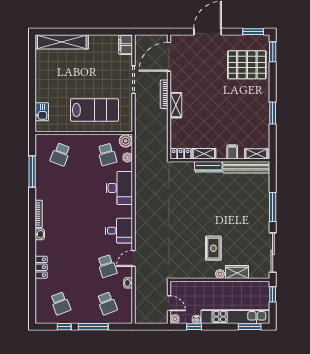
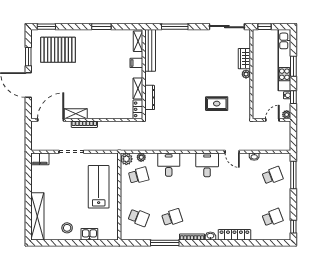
window: (253, 32) -> (28, 57), moved
door: (169, 57) -> (51, 120), swing flipped
pallet: (247, 65) -> (58, 50), turned 90
stool: (49, 75) -> (67, 228), added
shelving: (176, 105) -> (76, 114), moved
kitchen sink: (42, 112) -> (89, 234), moved
dresser: (208, 167) -> (150, 97), moved
window: (32, 172) -> (165, 243), moved
desk: (119, 188) -> (169, 165), width x0.73
window: (273, 207) -> (175, 27), moved
rug: (213, 248) -> (217, 104), moved
school desk: (107, 266) -> (172, 217), moved
locker: (41, 267) -> (234, 235), width x1.53
window: (64, 327) -> (293, 227), moved
window: (93, 327) -> (293, 175), moved
window: (250, 327) -> (293, 66), moved

